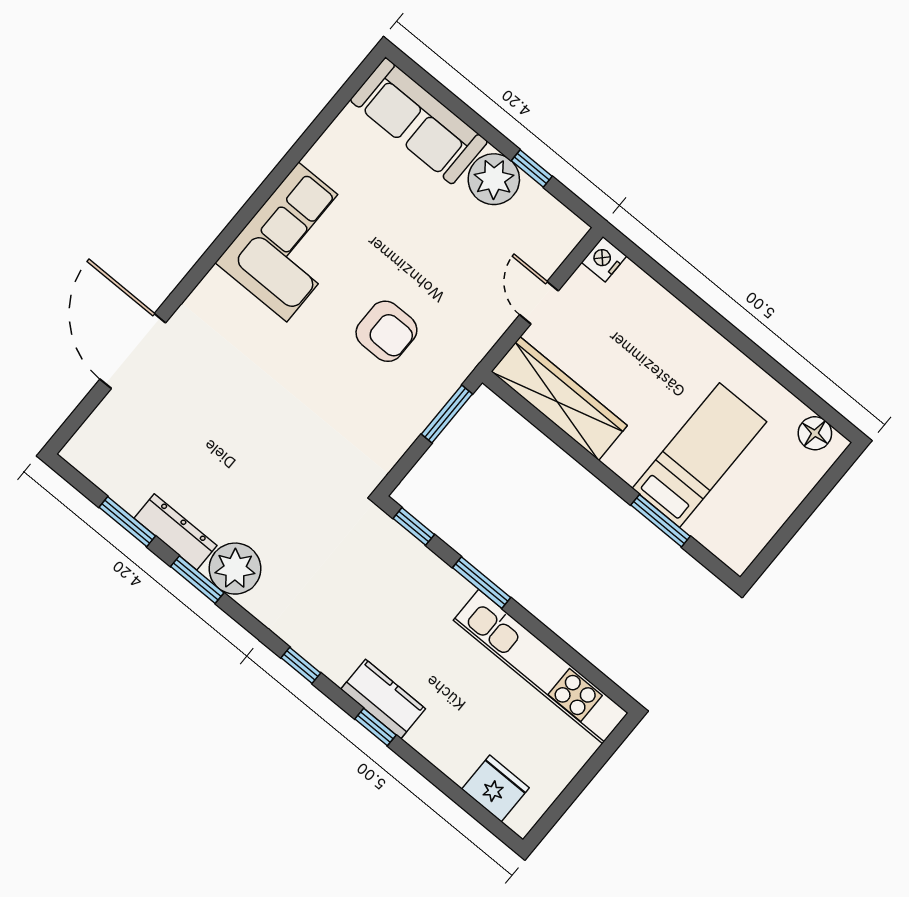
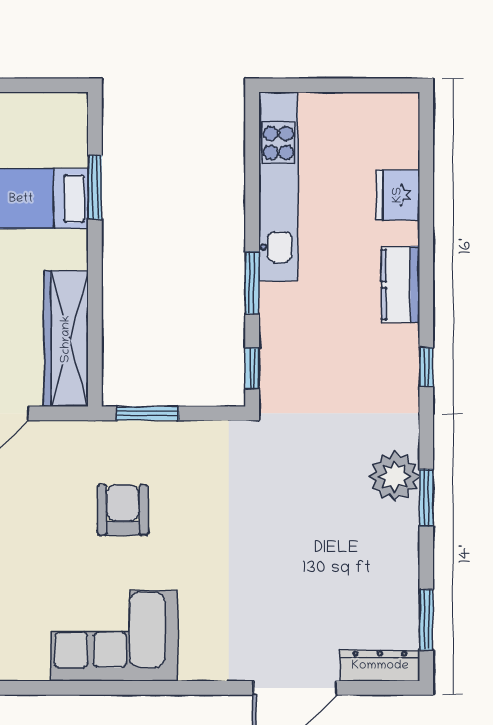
window: (127, 522) -> (426, 620), moved
dresser: (175, 532) -> (380, 666), moved, turned 90
window: (375, 727) -> (426, 273), removed
fridge: (495, 788) -> (398, 195), moved

